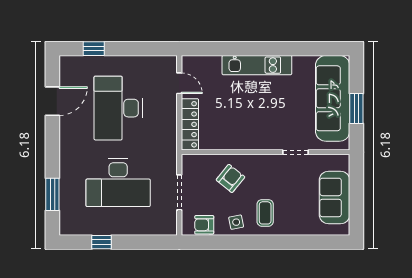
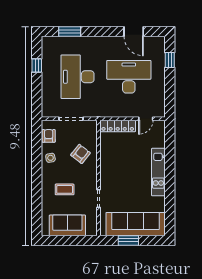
armchair: (230, 178) -> (81, 154), turned -91
coffee table: (265, 213) -> (65, 189), moved

